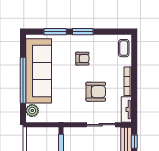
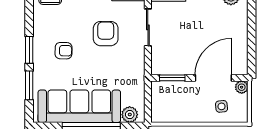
armchair: (82, 59) -> (64, 51), turned 91

